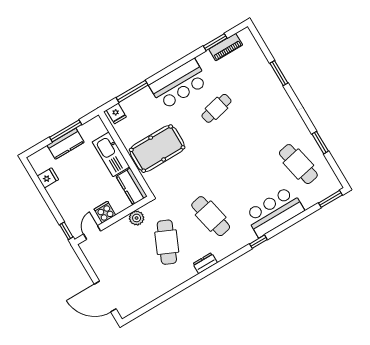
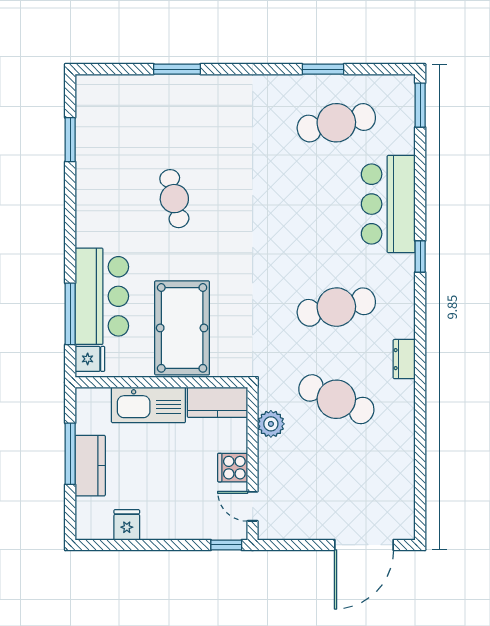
piano: (226, 47) -> (88, 128), removed
bar counter: (179, 84) -> (102, 296), moved

